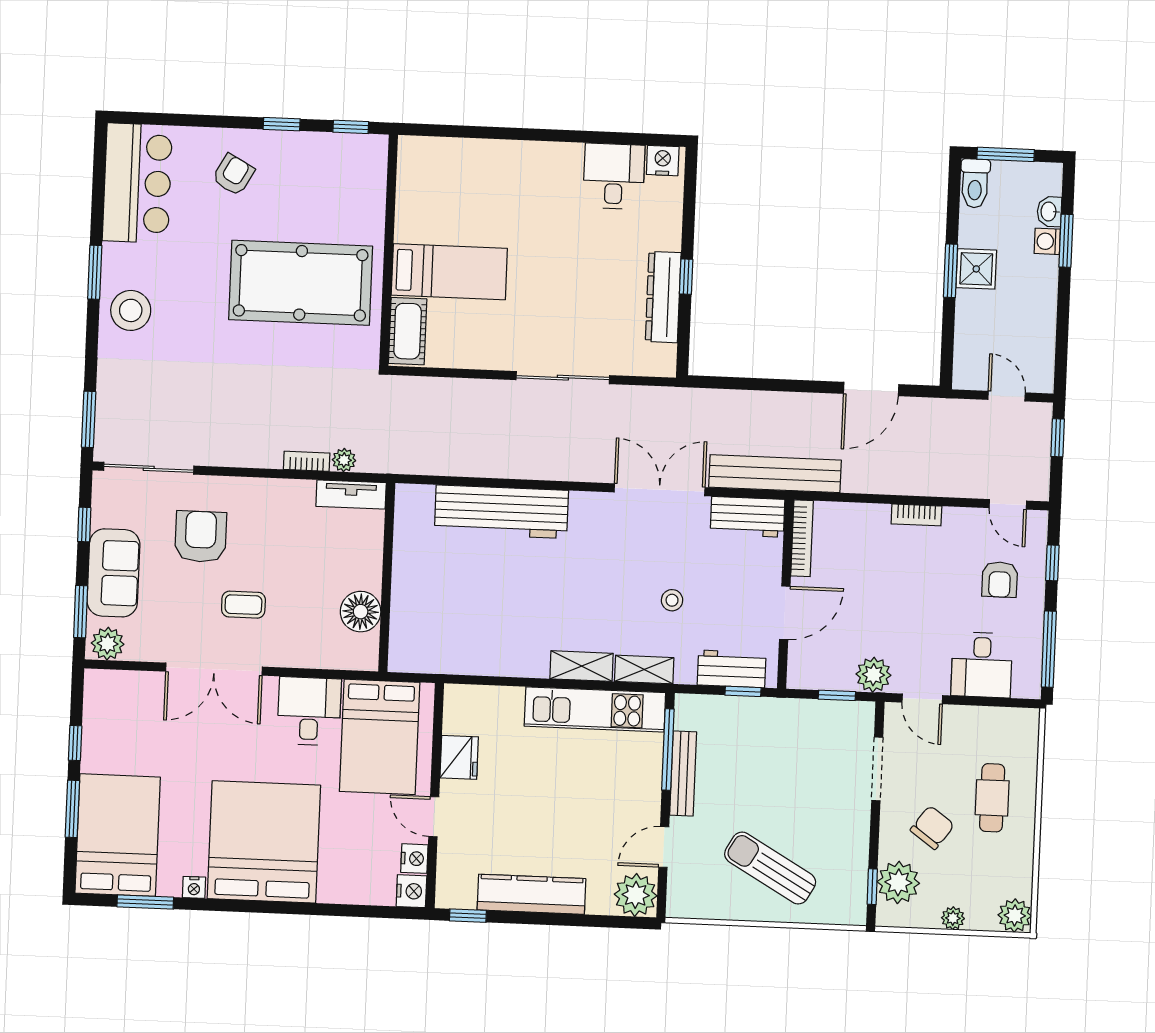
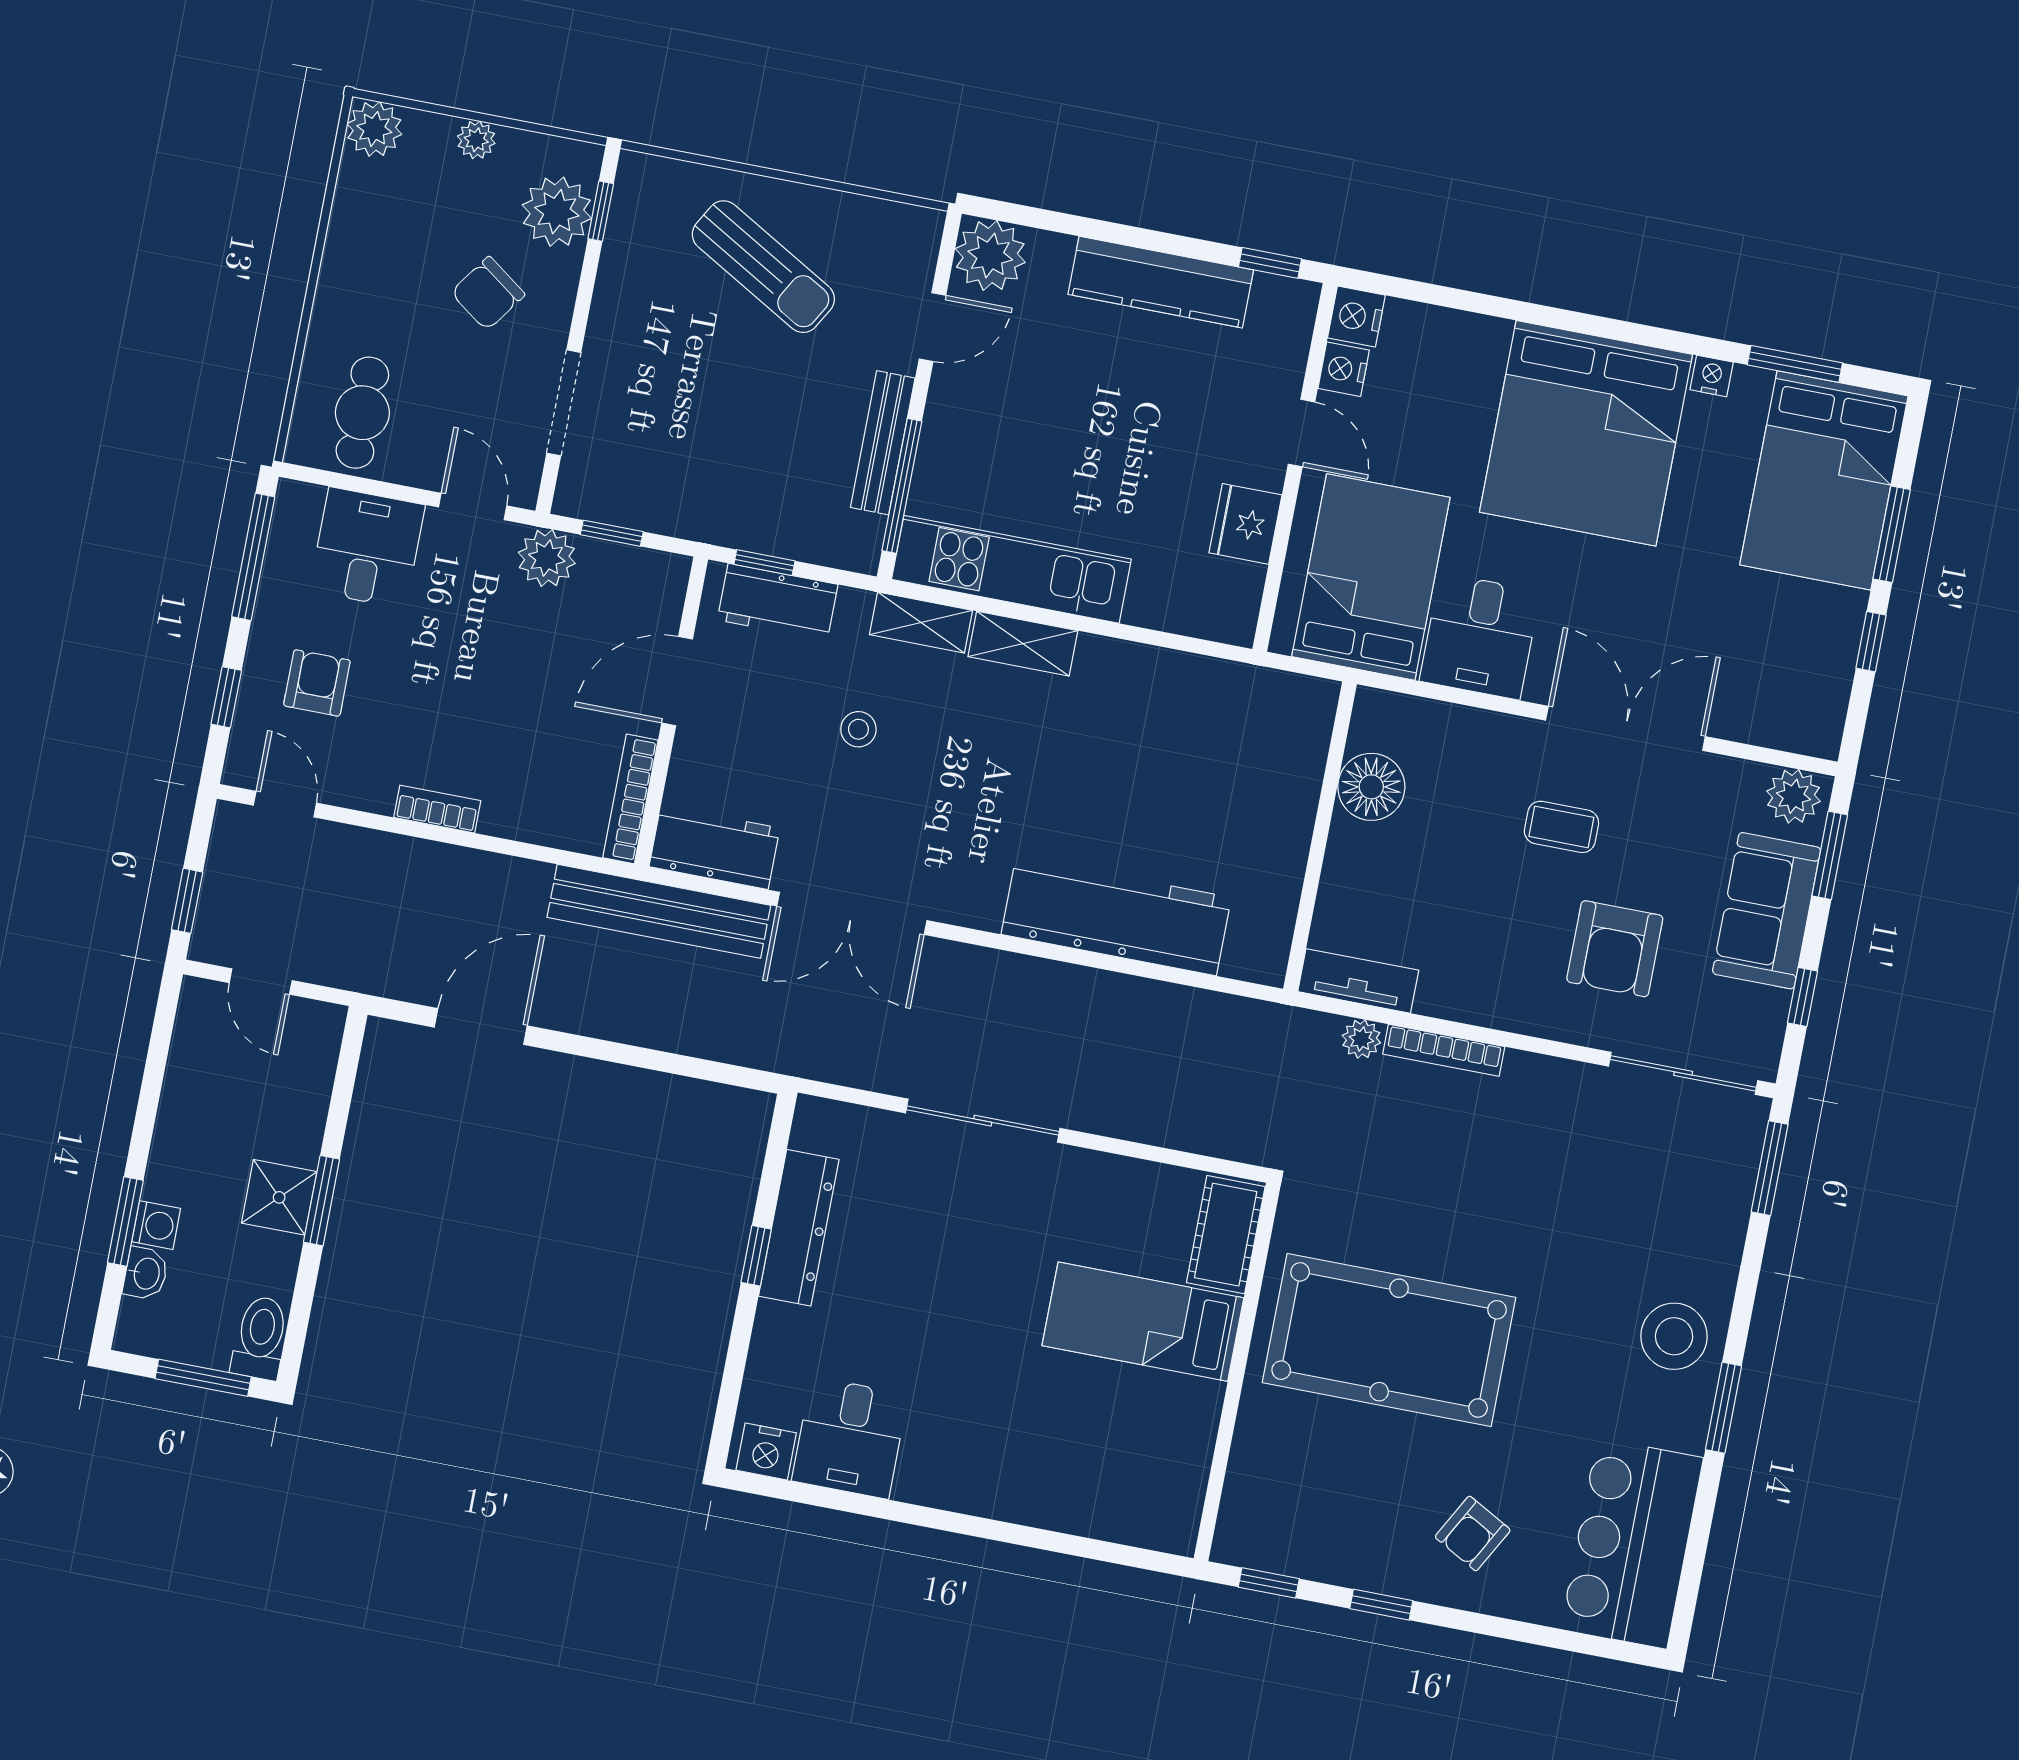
bookcase: (307, 461) -> (1444, 1050), width x1.56
cafe table: (992, 798) -> (362, 413), moved

